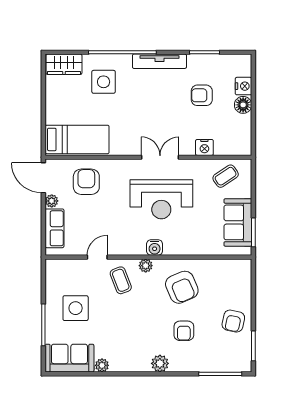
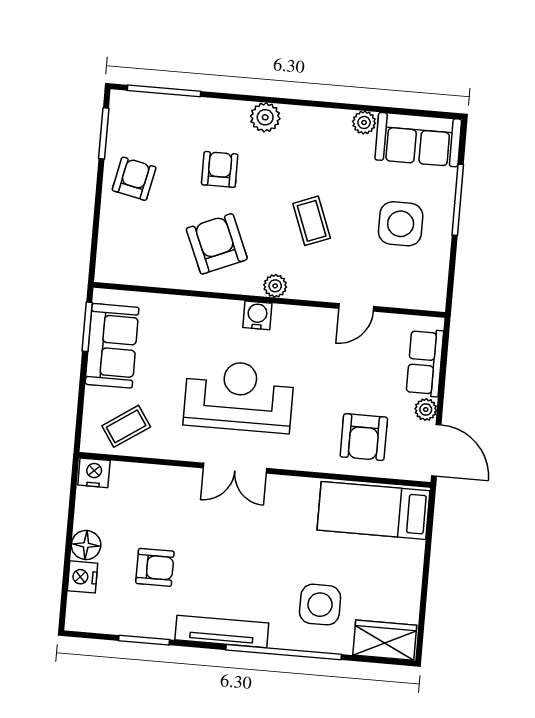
nightstand: (204, 147) -> (94, 473), moved
coffee table: (121, 280) -> (312, 221), moved

